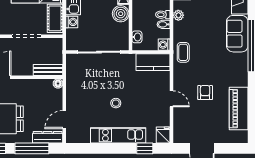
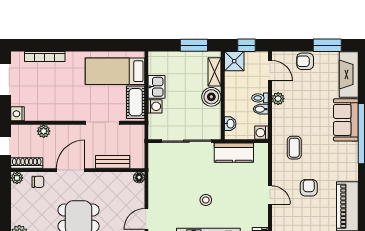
coffee table: (183, 52) -> (294, 148), moved
kitchen counter: (153, 62) -> (234, 153), moved
bench: (48, 70) -> (113, 162), moved

